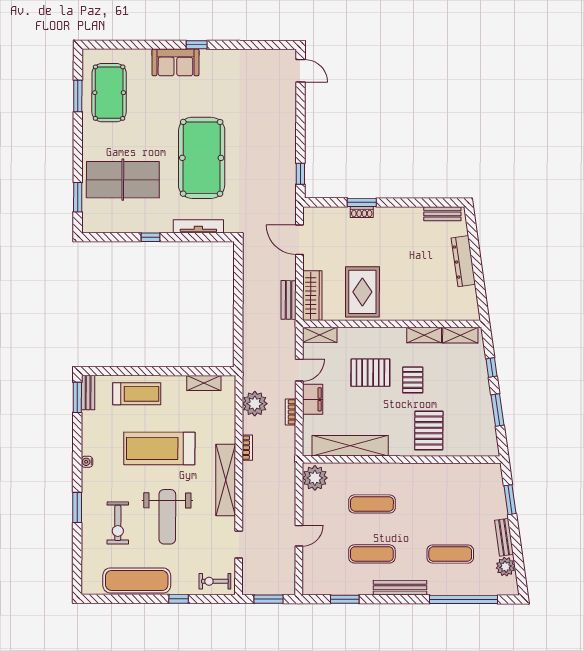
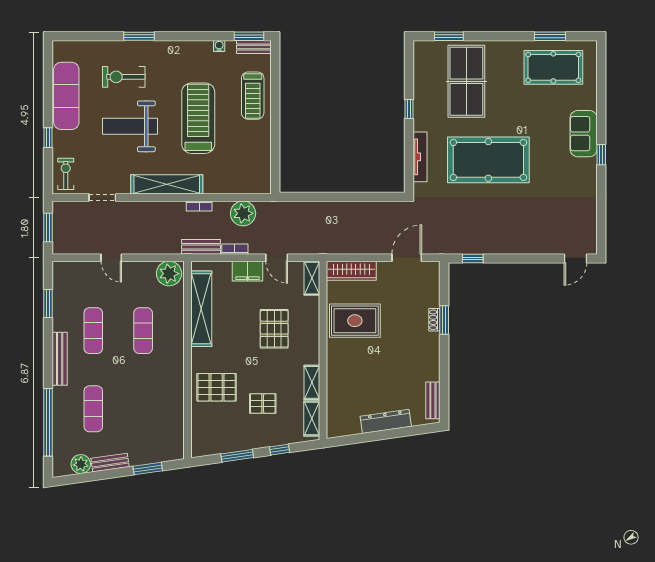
bench: (289, 300) -> (201, 247), moved
pallet: (413, 380) -> (263, 403), moved
shelving: (204, 383) -> (264, 163), removed
water cooler: (87, 462) -> (219, 46), moved

